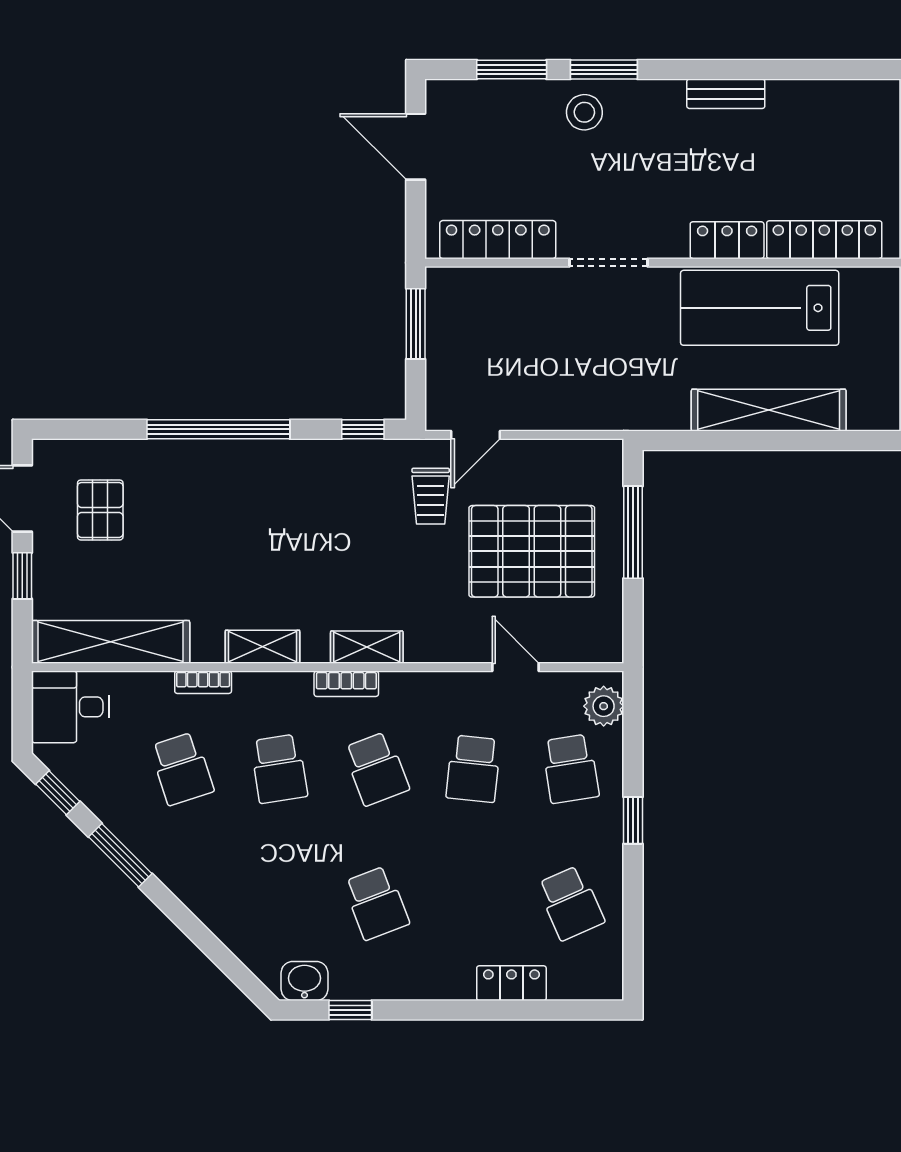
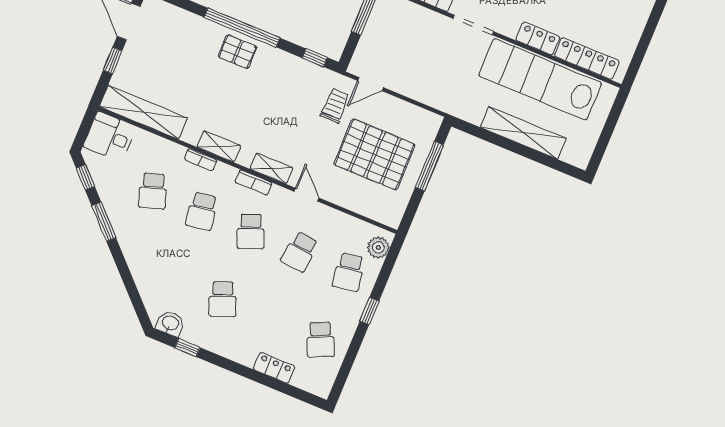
lab bench: (760, 308) -> (540, 79), width x1.36
trolley: (431, 496) -> (335, 106), turned 180
pallet: (100, 510) -> (237, 52), moved, turned 90
door: (516, 667) -> (306, 195), moved
bookcase: (203, 682) -> (201, 160), moved

